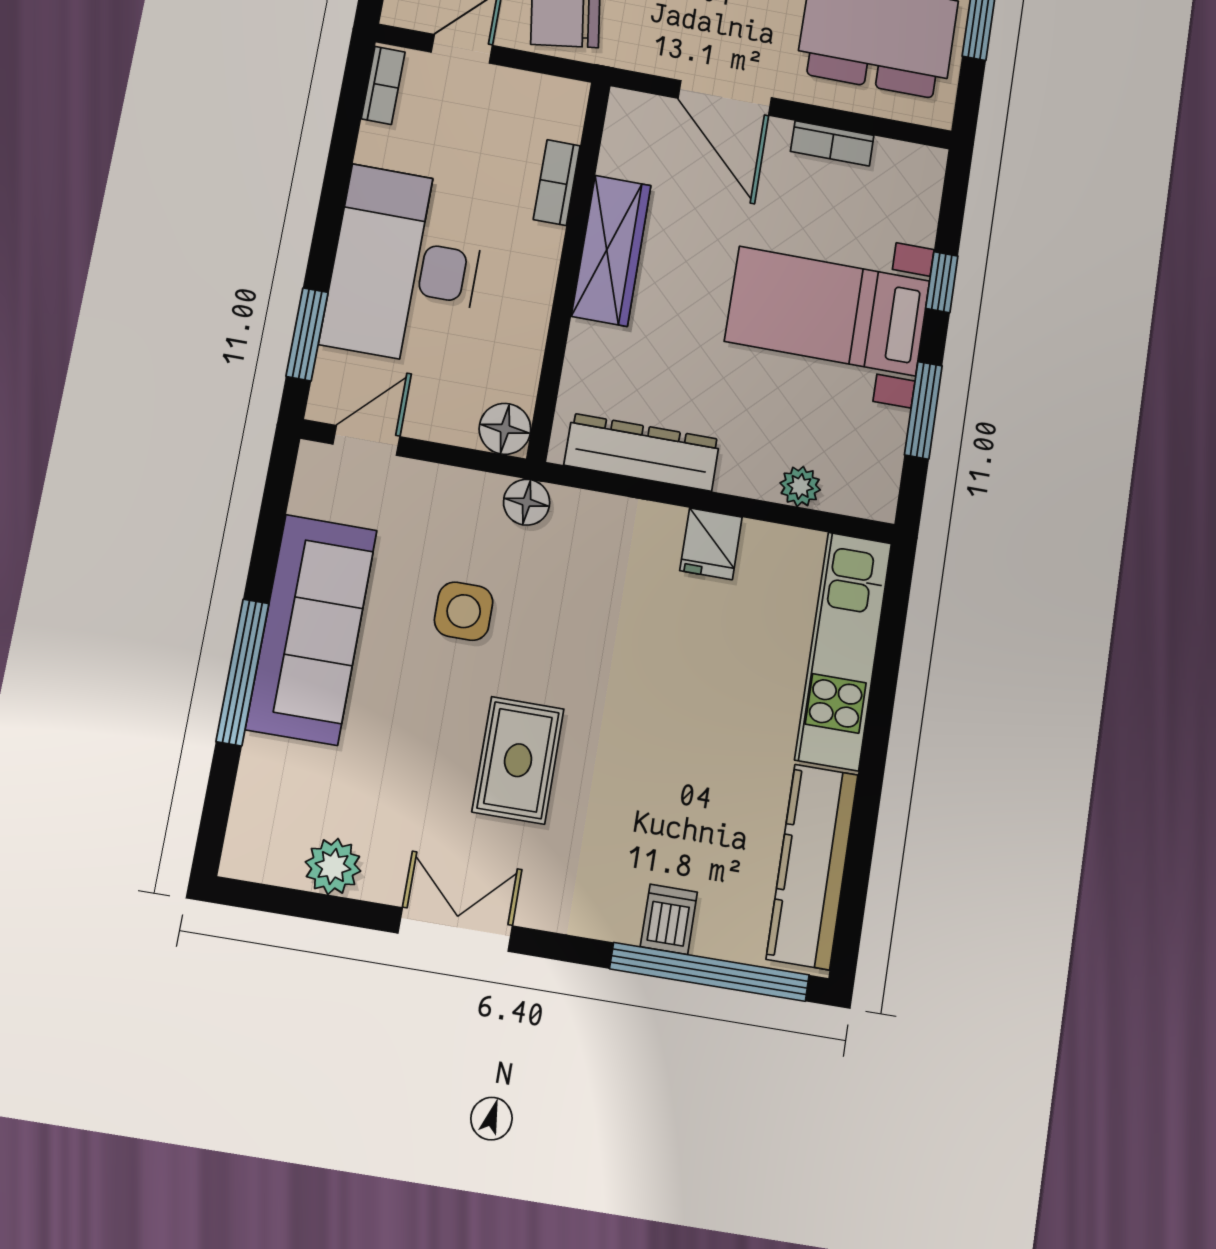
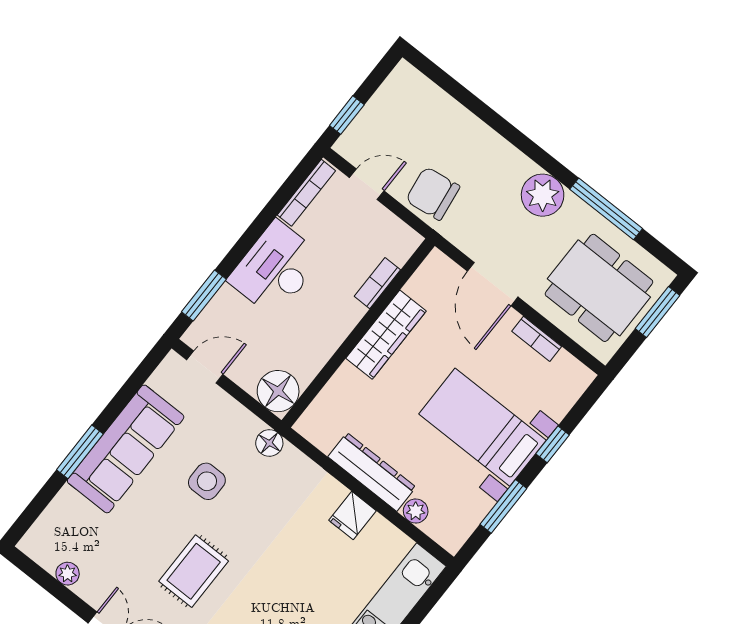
bookcase: (383, 85) -> (306, 193), width x1.56
desk: (405, 266) -> (275, 269), width x0.73, depth x0.77
floor lamp: (505, 429) -> (278, 391), width x1.38, depth x1.38
dresser: (642, 452) -> (372, 472), moved
window: (243, 672) -> (80, 452), width x0.69
plant: (333, 866) -> (68, 574), width x0.73, depth x0.73

